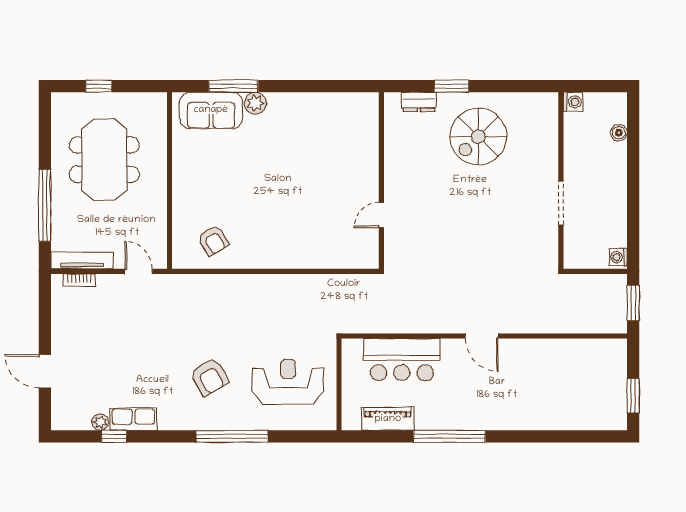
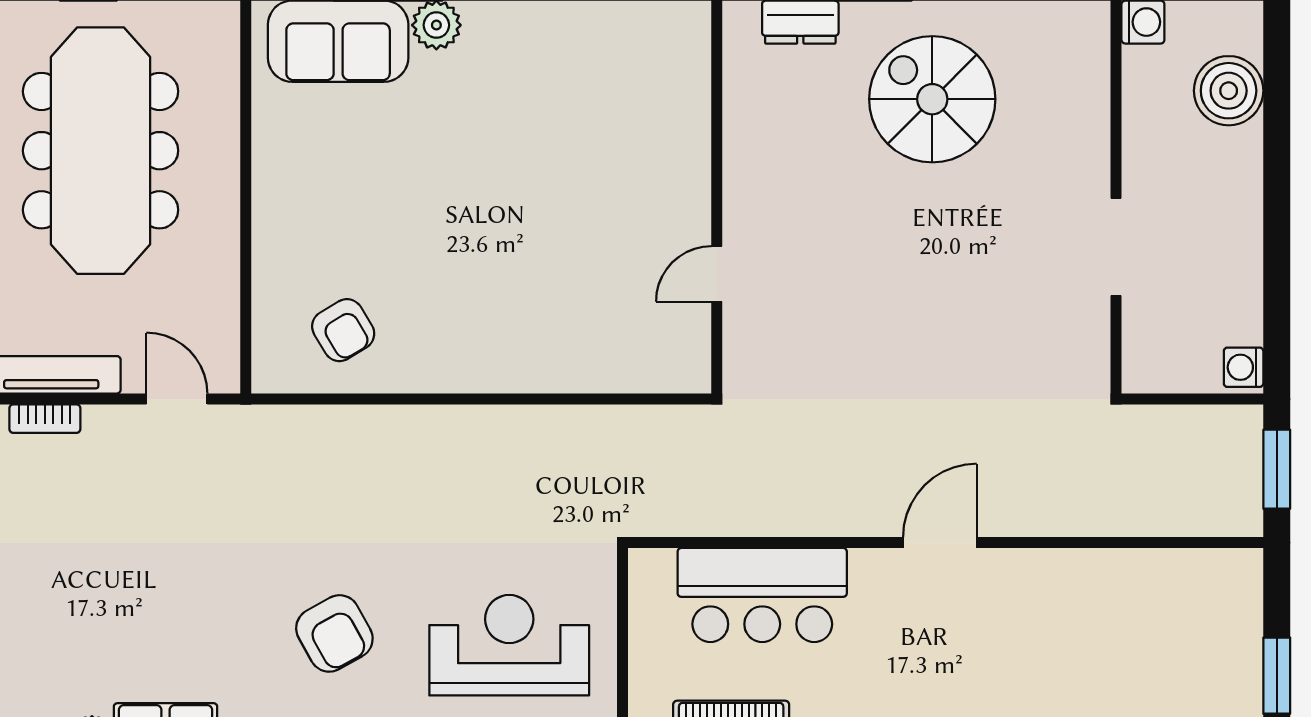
boiler: (619, 133) -> (1229, 91), width x1.86, depth x1.86
spiral stairs: (478, 137) -> (932, 99), turned 90
meeting table: (104, 160) -> (101, 151), width x1.36
door: (482, 336) -> (940, 543), swing flipped

